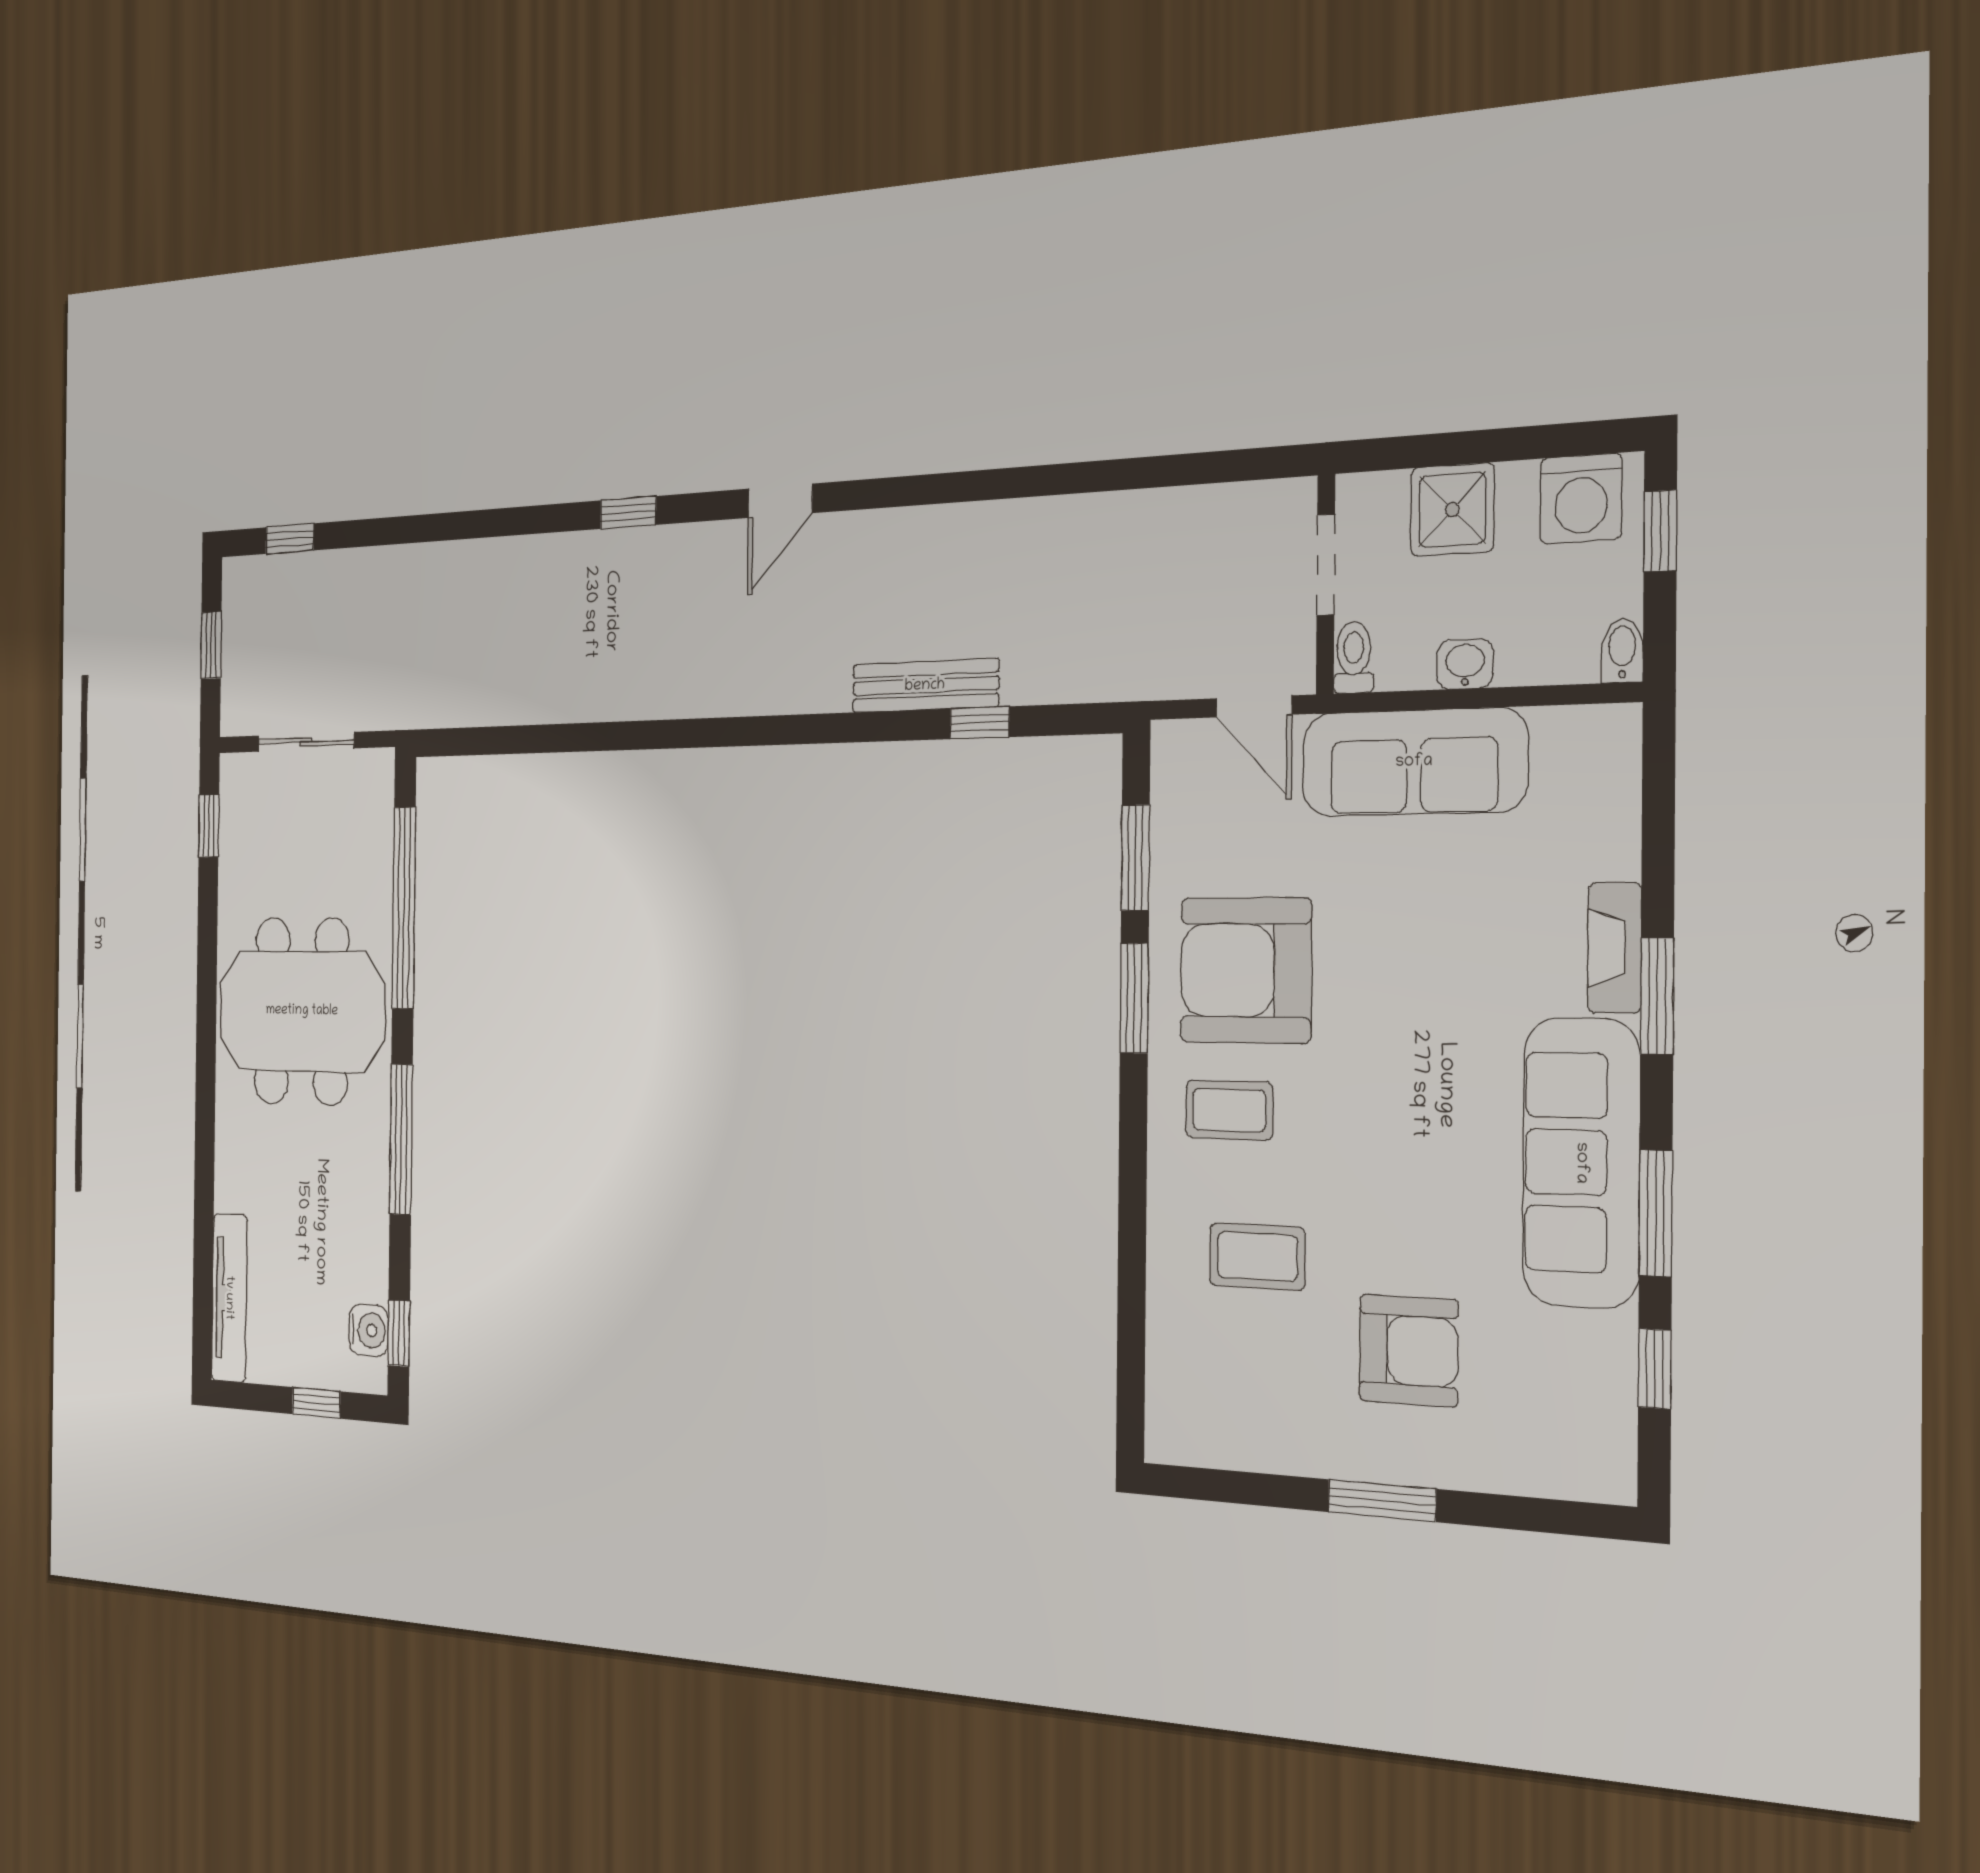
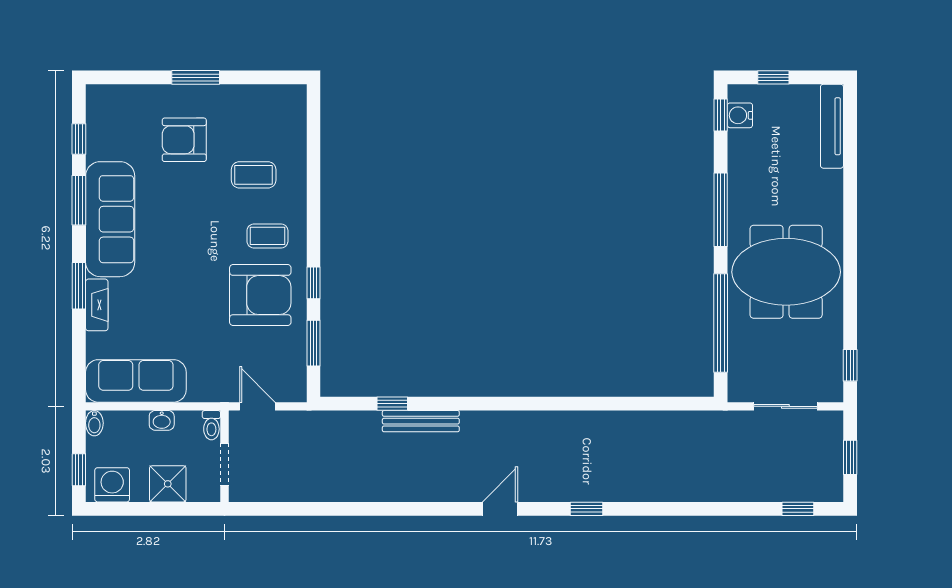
sofa: (1414, 762) -> (136, 381), moved
window: (1134, 998) -> (314, 283), width x0.67

